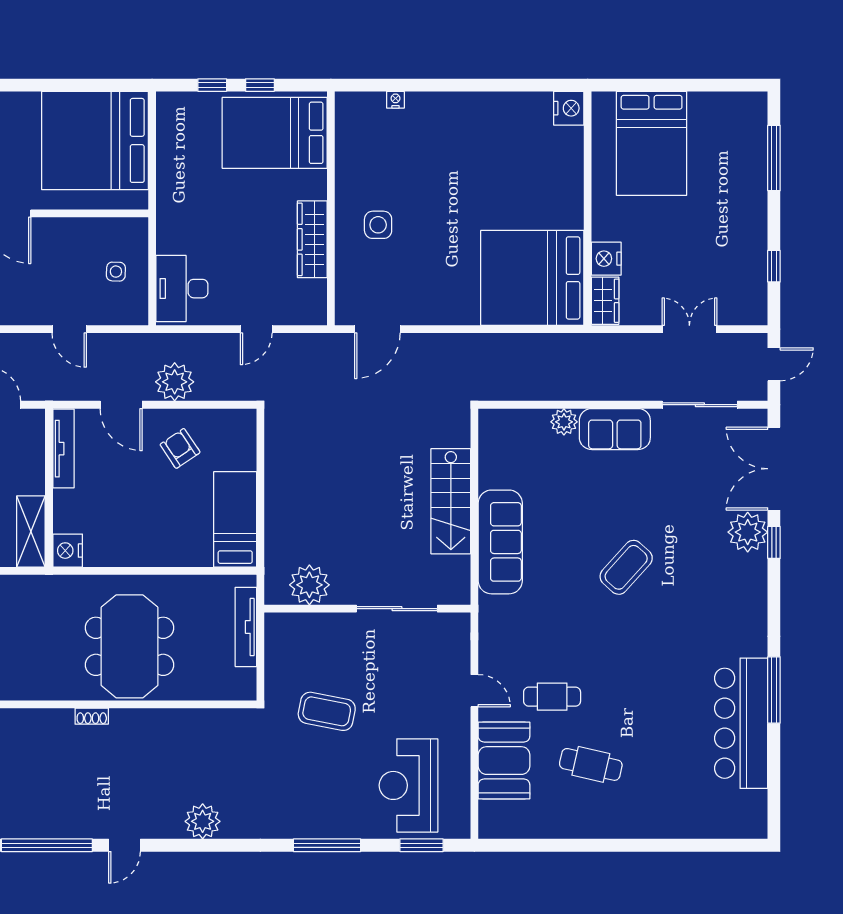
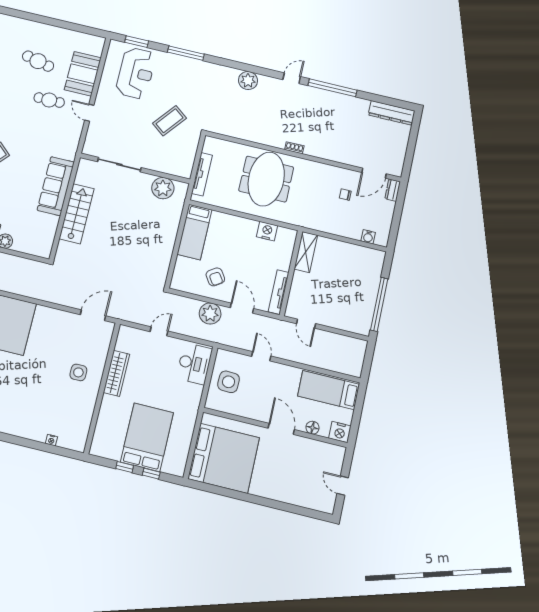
bed: (275, 133) -> (147, 437), moved, turned -90
side table: (116, 272) -> (229, 382), width x1.87, depth x1.87
nightstand: (68, 551) -> (267, 231), moved, turned -90
coffee table: (327, 711) -> (170, 121), turned -63

